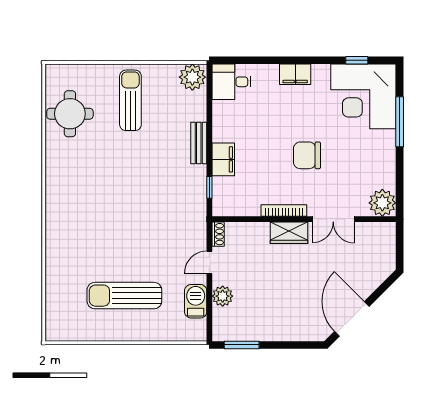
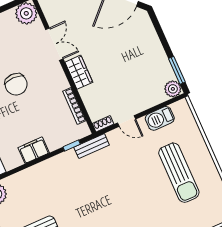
bench: (199, 143) -> (92, 146), moved
filing cabinet: (223, 159) -> (34, 150), moved
bookcase: (284, 211) -> (74, 106), moved
plant: (223, 296) -> (173, 89), moved

